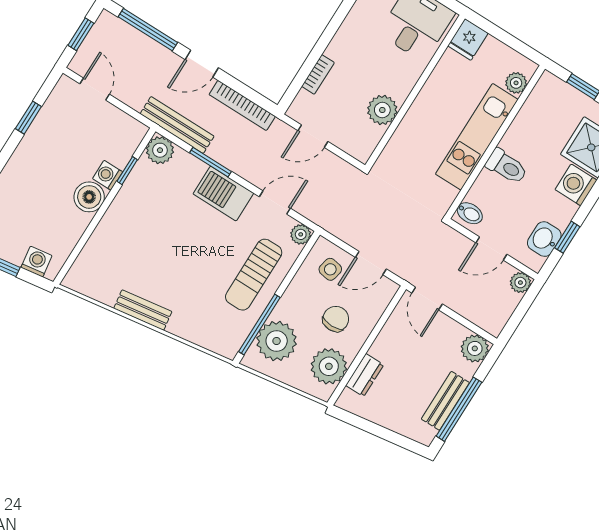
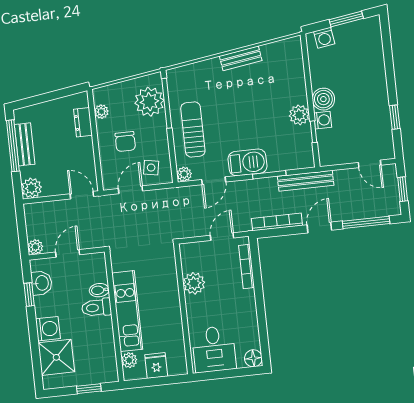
fridge: (468, 39) -> (156, 365), moved
bookcase: (318, 74) -> (247, 267), width x1.56
plant: (160, 150) -> (299, 115), moved
bidet: (470, 213) -> (99, 290), moved
plant: (329, 366) -> (101, 112), width x0.53, depth x0.53

